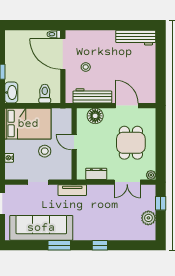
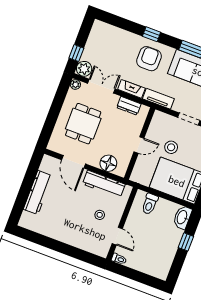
workbench: (136, 38) -> (38, 192), moved, turned 90
door: (63, 54) -> (117, 236), width x0.53
door: (74, 142) -> (139, 145), hinge flipped
fireplace: (100, 190) -> (131, 89), added
plant: (148, 218) -> (84, 69), moved
armchair: (94, 223) -> (149, 59), added

